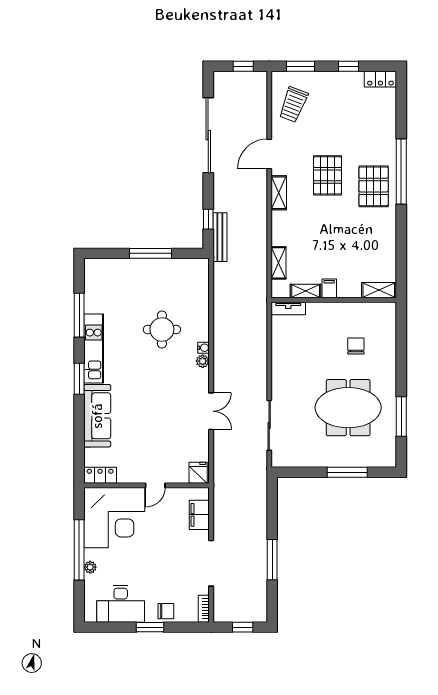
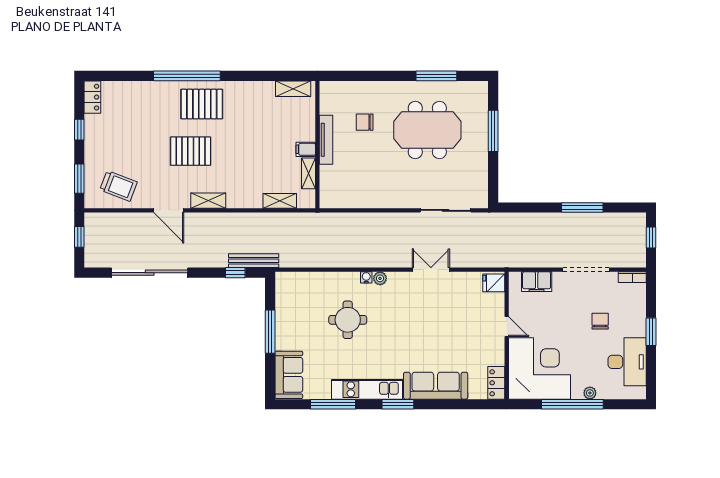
sofa: (108, 272) -> (289, 375), added
shelving: (379, 290) -> (293, 89), moved, turned 90
tv unit: (288, 308) -> (326, 140), moved, width x1.41
meeting table: (348, 408) -> (427, 130), turned 90
chair: (166, 611) -> (600, 321), moved

